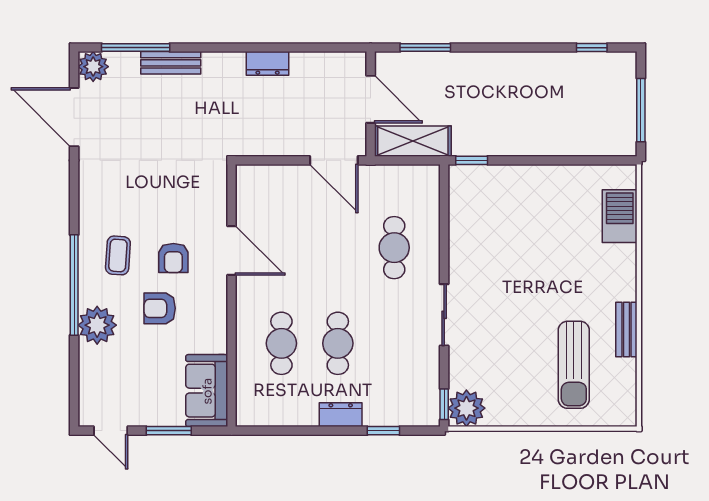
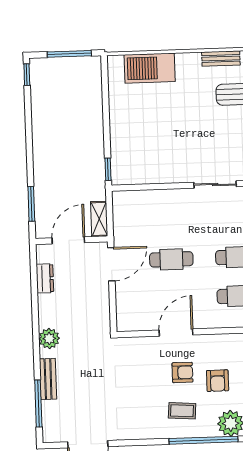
window: (592, 48) -> (27, 75), moved
dresser: (268, 63) -> (45, 278), moved
plant: (93, 67) -> (49, 339), moved
shelving: (413, 141) -> (99, 219), width x0.67, depth x0.75
barbecue: (620, 216) -> (150, 68), width x1.37, depth x1.21
cafe table: (394, 248) -> (171, 259), moved

